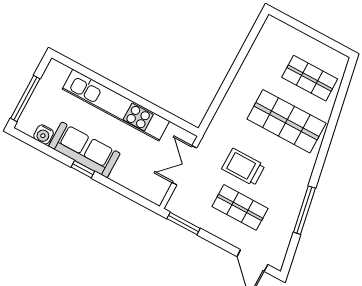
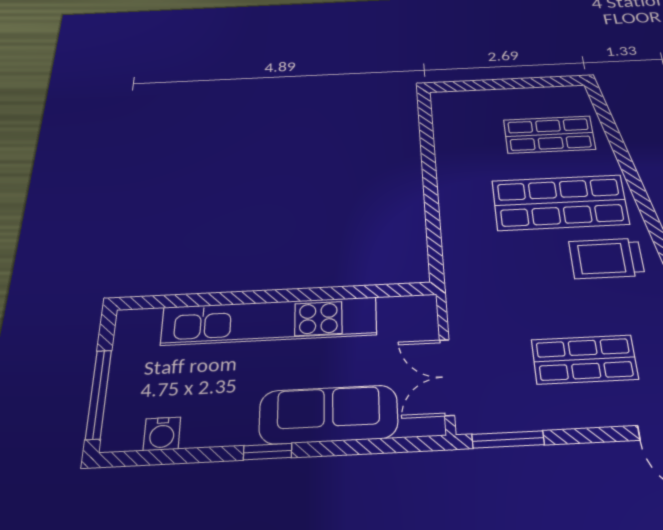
sofa: (84, 150) -> (328, 414), moved
double door: (184, 165) -> (447, 377), moved
trolley: (243, 167) -> (606, 258), moved

